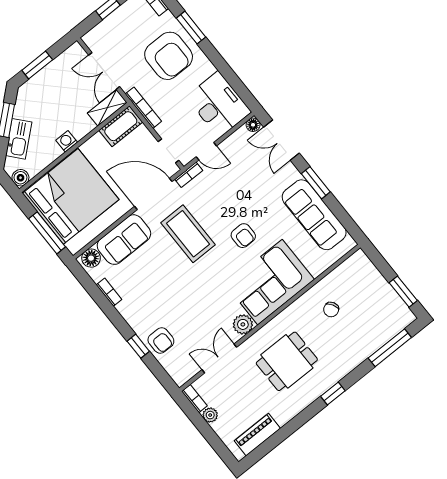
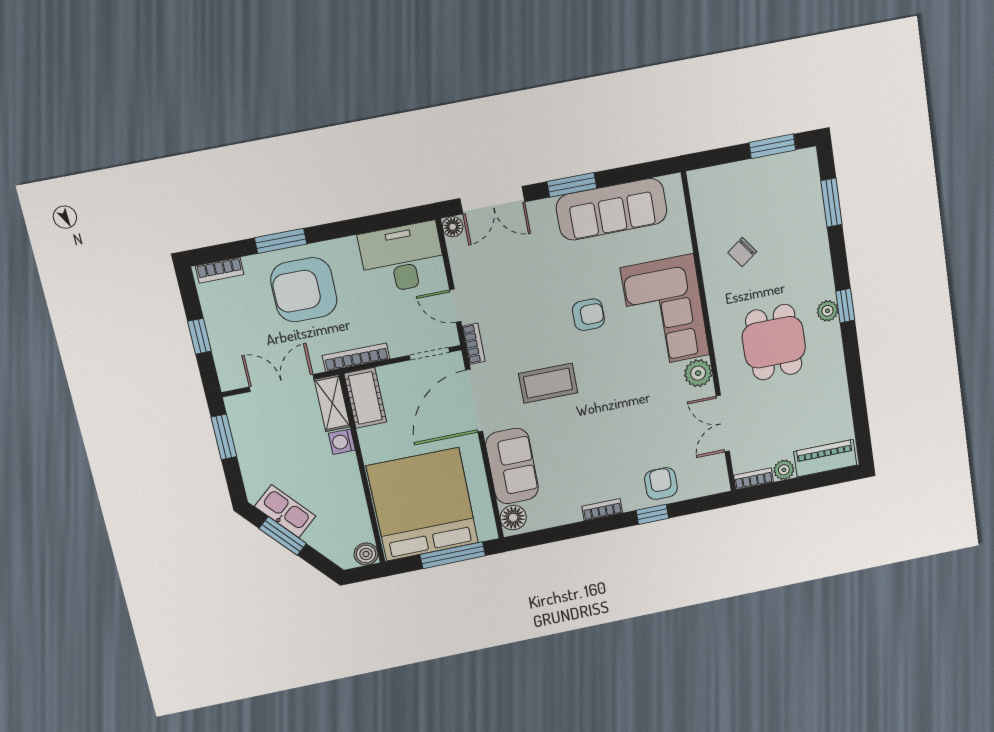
armchair: (169, 56) -> (304, 290), turned 180
window: (37, 65) -> (224, 437), moved
double door: (104, 71) -> (282, 383), swing flipped
kitchen sink: (19, 139) -> (285, 511), moved
washing machine: (67, 141) -> (342, 442), moved
door: (206, 151) -> (455, 306), swing flipped
coffee table: (188, 234) -> (548, 383), width x0.73, depth x0.76
bookcase: (109, 292) -> (602, 510), moved
chair: (331, 309) -> (742, 252), turned 84
armchair: (161, 340) -> (661, 484), turned -90
window: (390, 348) -> (831, 203), width x0.69
plant: (324, 384) -> (827, 311), added
piano: (257, 435) -> (825, 458), moved, turned 90

